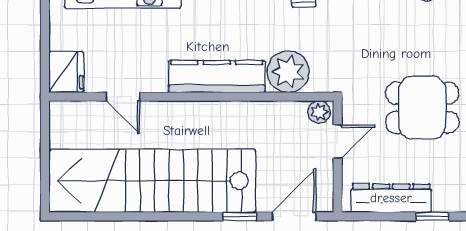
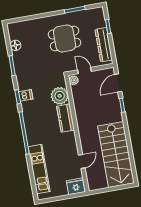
kitchen counter: (217, 77) -> (66, 118), width x0.67
dining table: (422, 108) -> (65, 39), turned 90
stairs: (152, 181) -> (116, 155), width x0.73
door: (294, 216) -> (118, 83), hinge flipped

